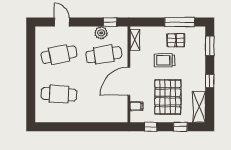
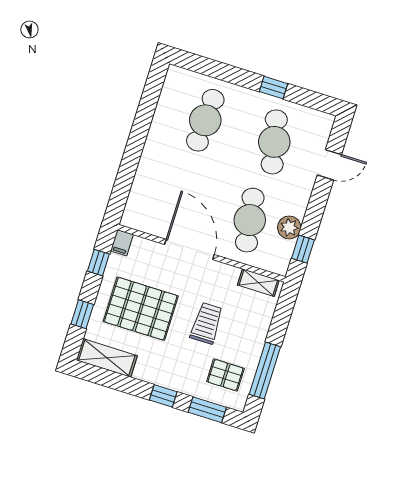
pallet: (176, 40) -> (225, 375), moved, turned 90
window: (31, 64) -> (274, 88), added
window: (210, 81) -> (163, 396), moved
filing cabinet: (136, 106) -> (122, 243), moved

